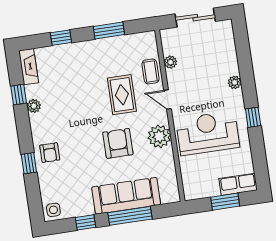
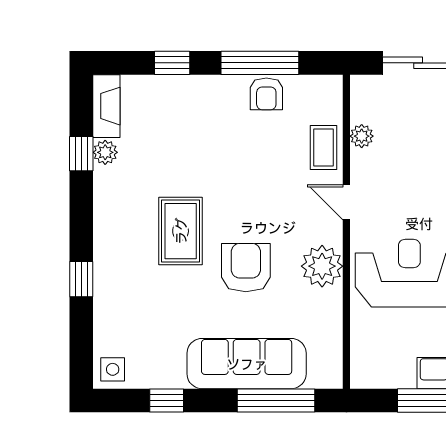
window: (109, 30) -> (260, 63), width x1.44
rug: (122, 95) -> (181, 231), moved
plant: (34, 106) -> (105, 152), moved
armchair: (50, 153) -> (266, 94), moved
window: (130, 216) -> (276, 401), moved

